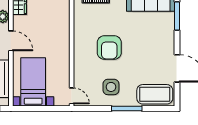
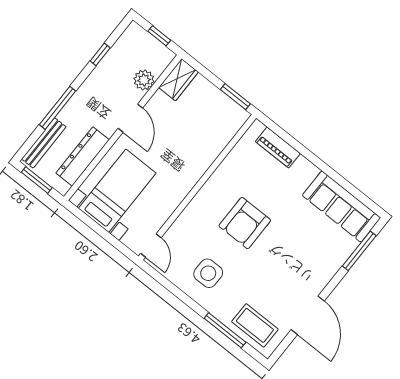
coffee table: (155, 94) -> (255, 325), width x0.73, depth x0.76
window: (127, 109) -> (225, 330), moved

